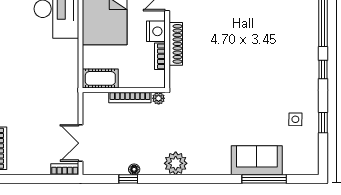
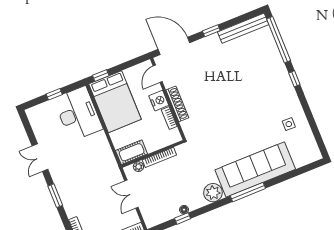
plant: (159, 98) -> (138, 167), moved
window: (323, 123) -> (310, 118), removed
double door: (80, 143) -> (131, 194), moved
sofa: (257, 160) -> (255, 170), width x1.85, depth x1.27
window: (264, 179) -> (248, 192), moved

